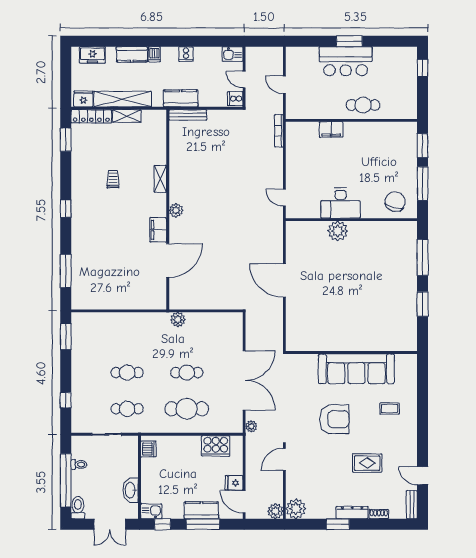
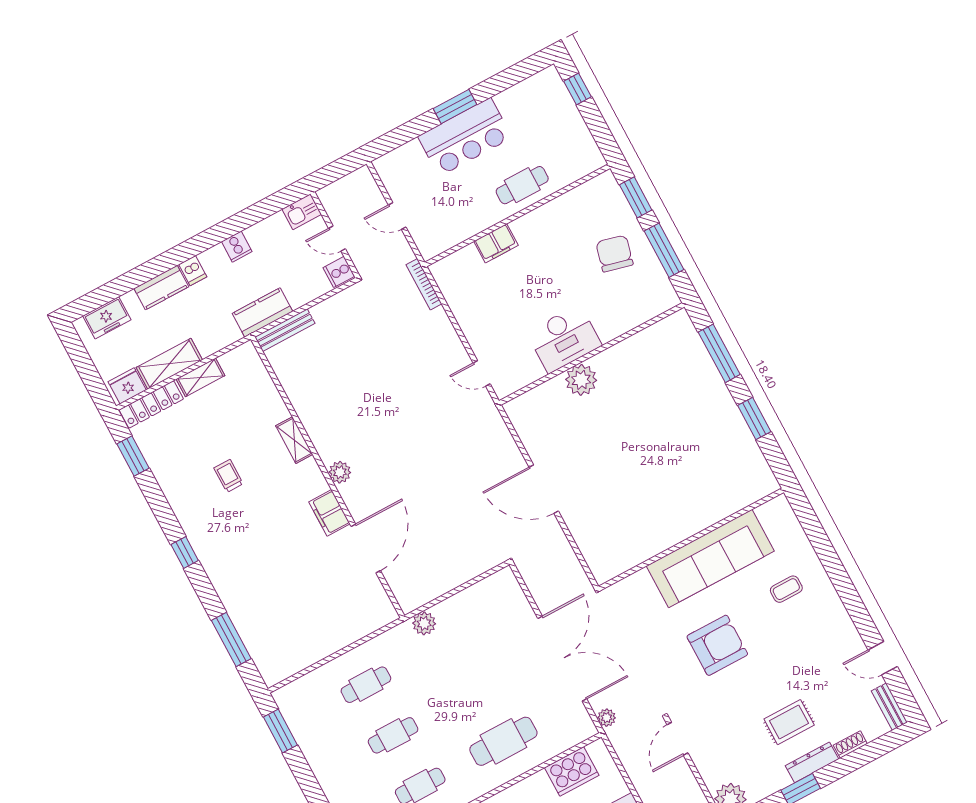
shelving: (123, 99) -> (169, 364), width x0.68
chair: (395, 202) -> (614, 253), moved
cafe table: (187, 373) -> (366, 685), moved
rug: (367, 463) -> (789, 722), moved

